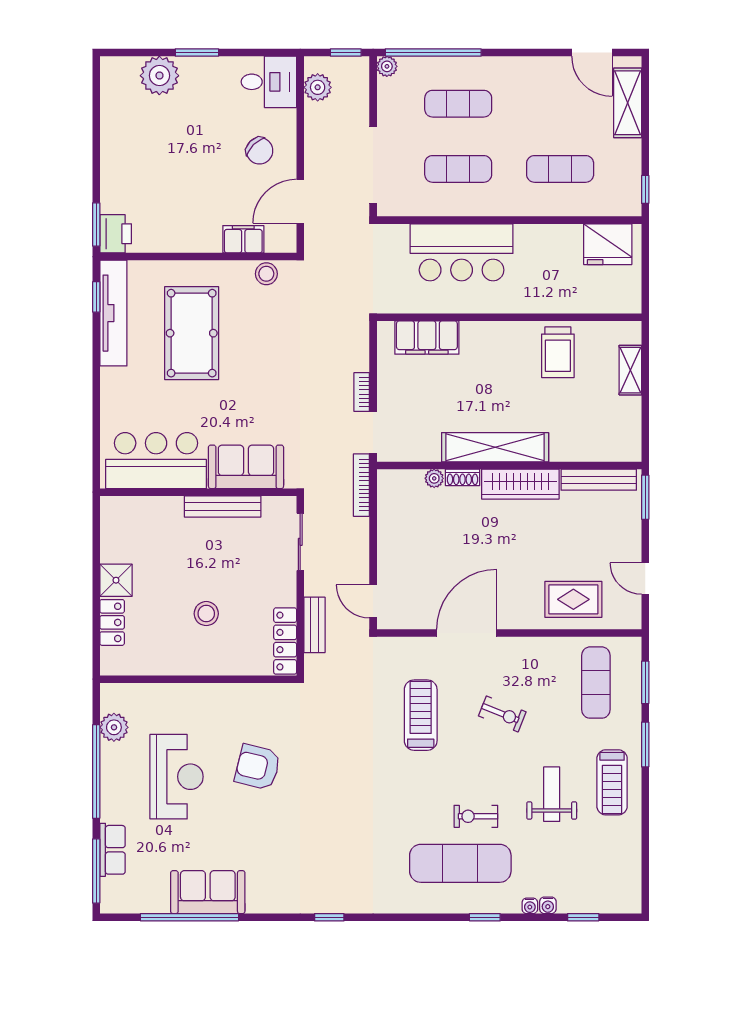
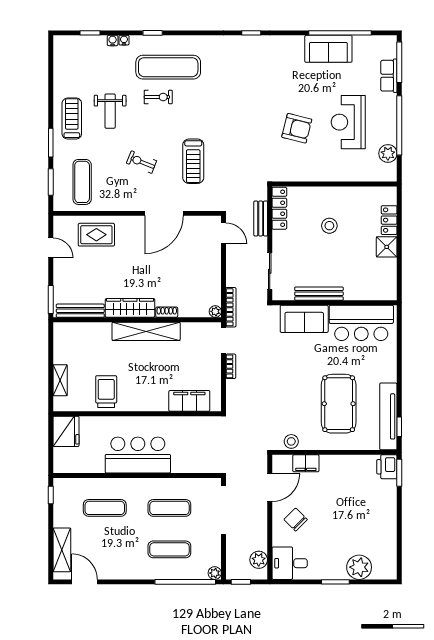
fridge: (608, 244) -> (66, 431), moved, turned 90
bar counter: (462, 252) -> (138, 455), moved
plant: (434, 478) -> (215, 311), moved

